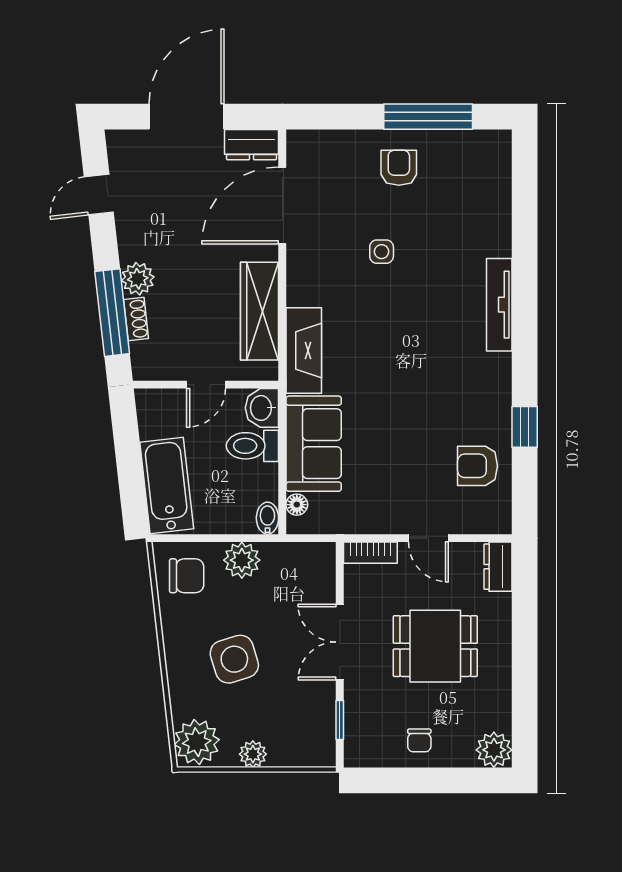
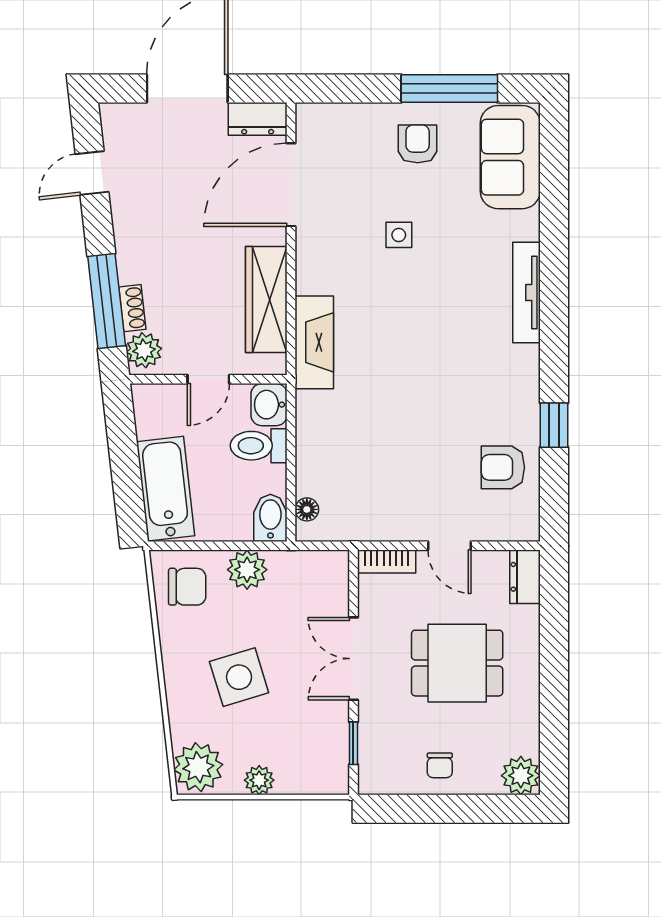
plant: (138, 279) -> (144, 350), moved
sofa: (314, 444) -> (510, 157), moved, turned 180
bidet: (267, 518) -> (270, 518), width x1.38, depth x1.36

